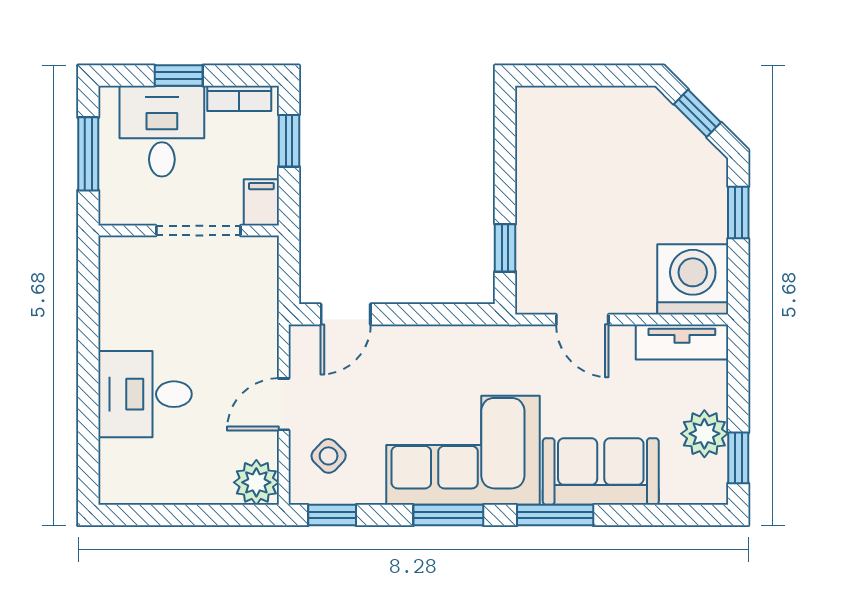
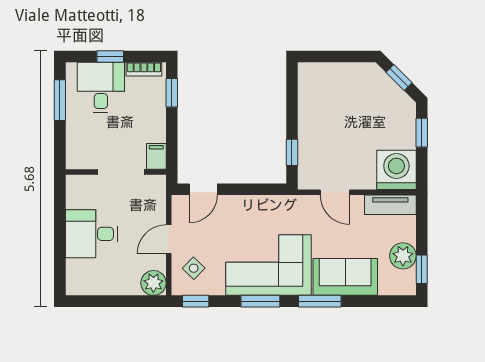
filing cabinet: (261, 202) -> (156, 156), moved
wall: (189, 231) -> (116, 172), moved
doorway: (198, 231) -> (121, 172), moved

